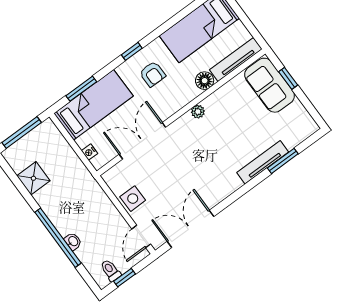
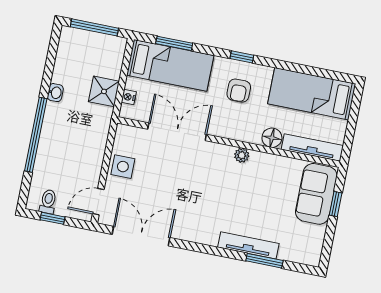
shower: (33, 178) -> (104, 91), moved
washbasin: (73, 241) -> (55, 93), moved

